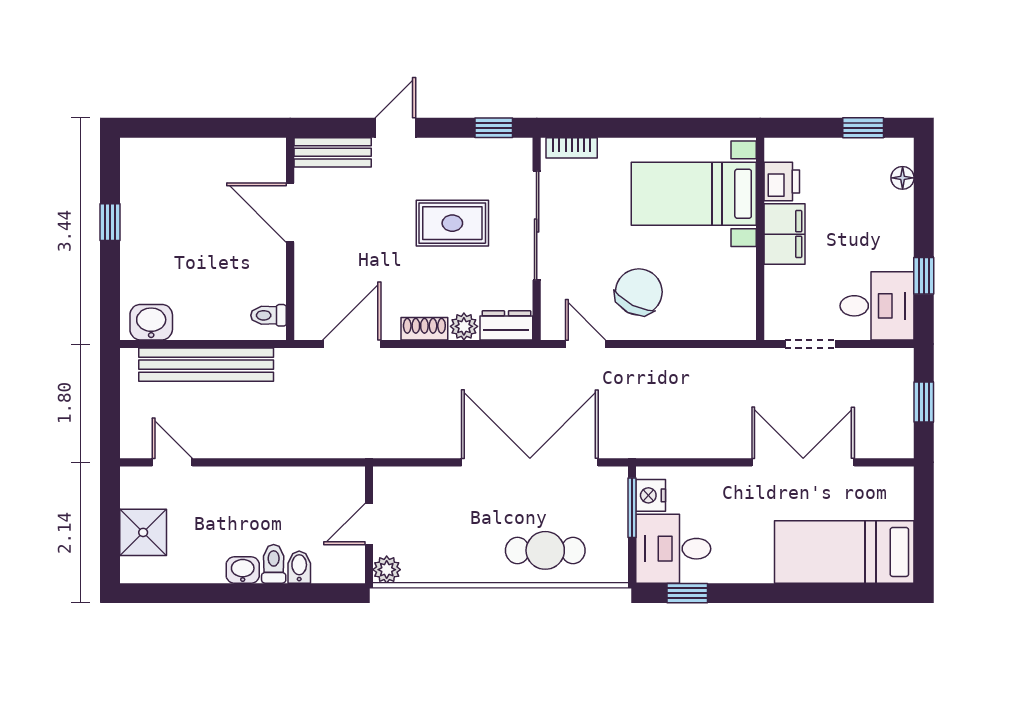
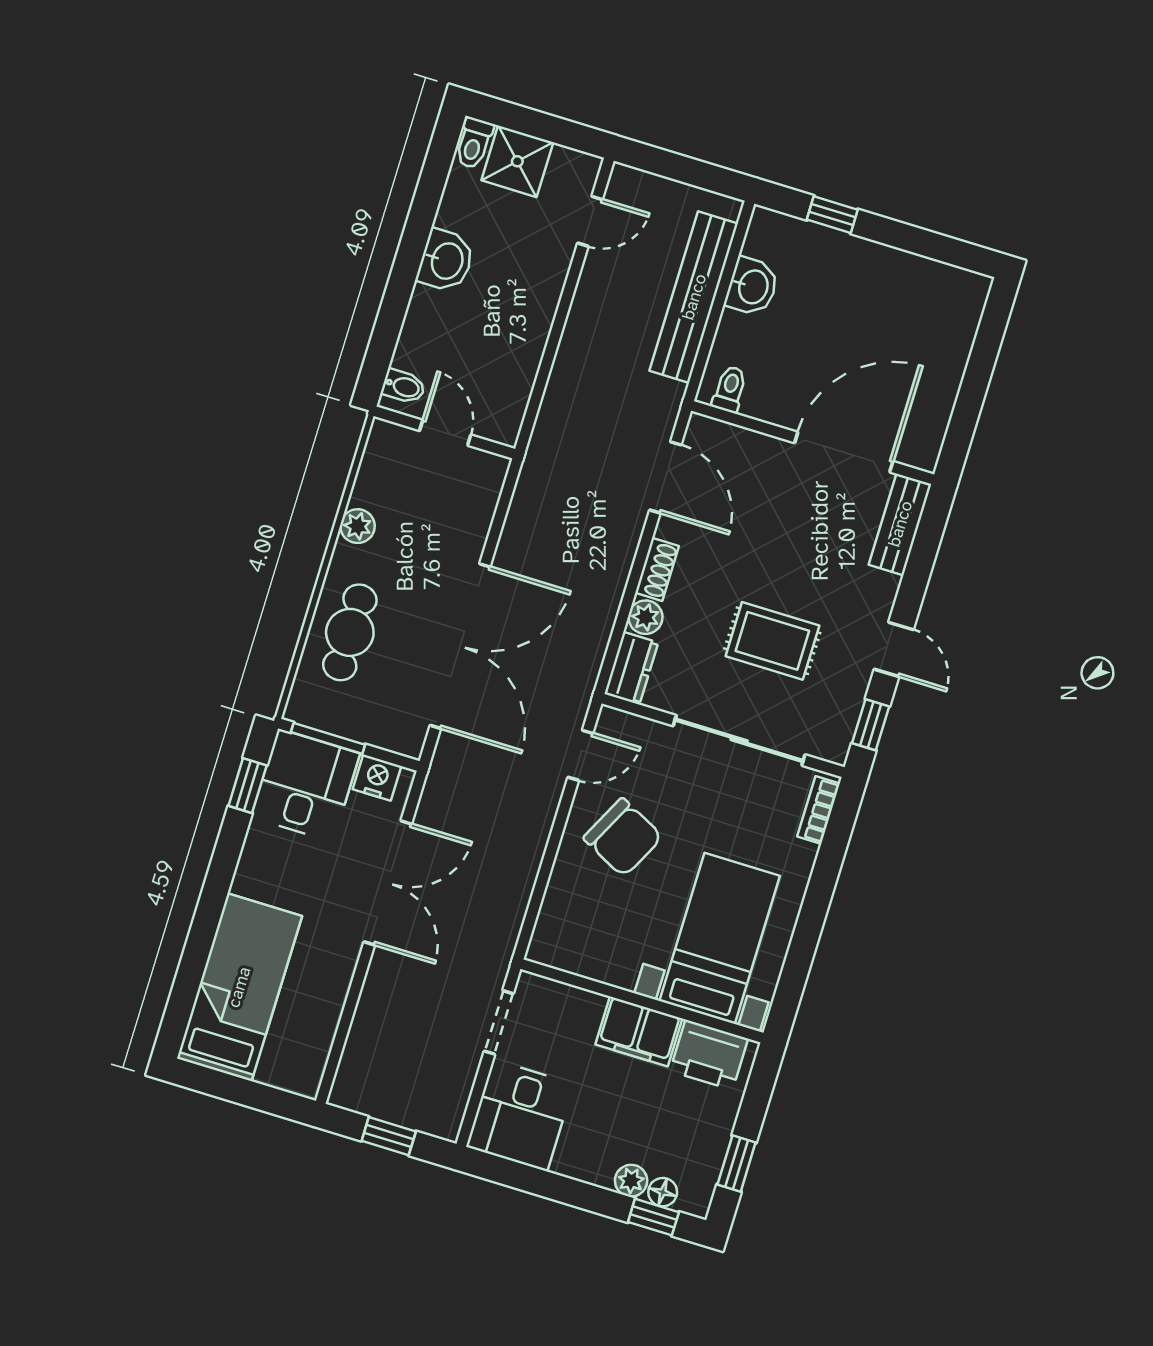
door: (395, 128) -> (894, 649), moved
printer: (782, 182) -> (709, 1055), width x1.36, depth x1.24
plant: (901, 205) -> (631, 1181), added
door: (290, 213) -> (844, 452), width x1.36
window: (110, 222) -> (832, 215), moved
rug: (452, 223) -> (772, 641), turned 90
window: (924, 276) -> (653, 1217), moved
washbasin: (151, 322) -> (752, 287), moved
double door: (803, 462) -> (388, 883), moved
window: (632, 508) -> (328, 738), moved
toilet: (274, 564) -> (474, 143), moved, turned 90
bidet: (299, 567) -> (403, 386), moved
washbasin: (243, 570) -> (446, 261), width x1.38, depth x1.45
plant: (387, 570) -> (358, 526), moved

